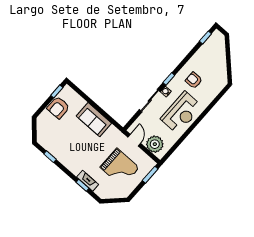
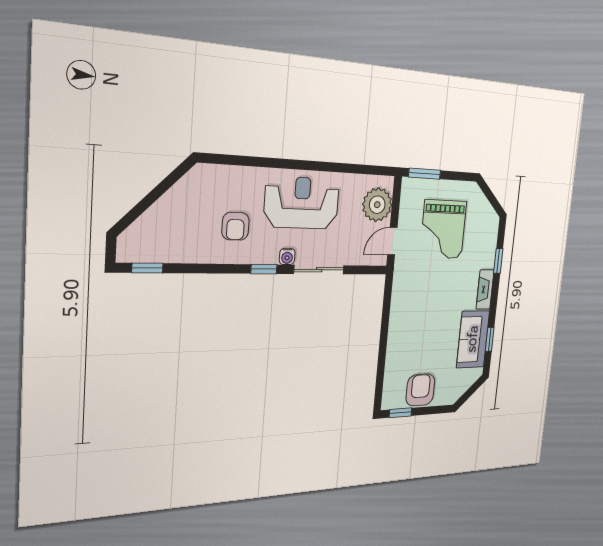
armchair: (58, 108) -> (420, 390), turned -90
sofa: (94, 120) -> (473, 339), moved, turned 180
grand piano: (120, 167) -> (443, 229), turned 180
fireplace: (88, 181) -> (485, 289), moved

